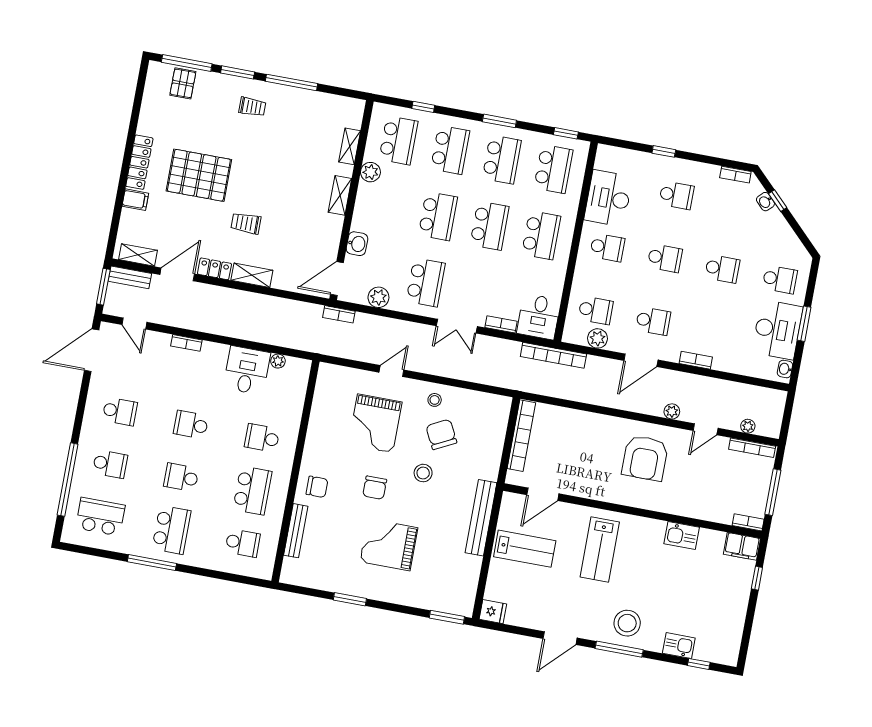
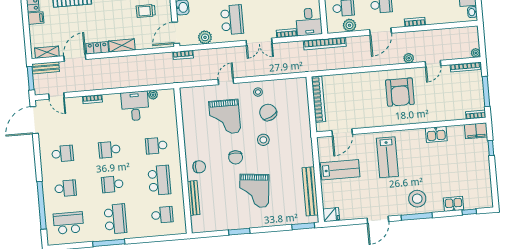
trolley: (246, 223) -> (146, 11), moved
plant: (748, 426) -> (476, 53), moved
bench: (481, 518) -> (310, 191), moved
grand piano: (389, 545) -> (254, 191), turned -84

